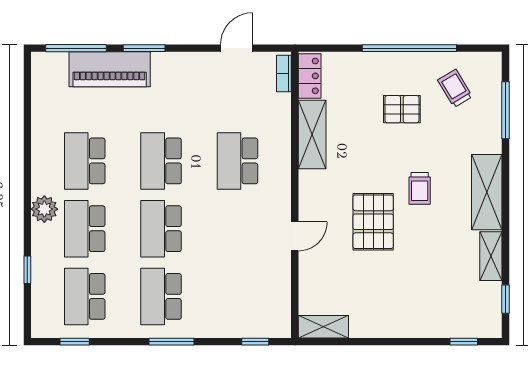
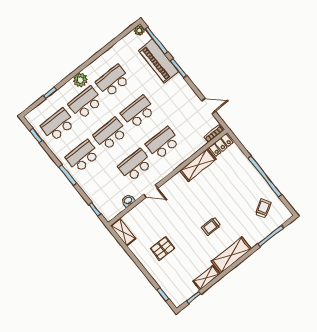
plant: (41, 61) -> (139, 30), added
pallet: (402, 109) -> (237, 193), removed
pallet: (373, 222) -> (162, 248), moved, width x0.67, depth x0.71
school desk: (237, 229) -> (135, 165), added
washbasin: (282, 282) -> (128, 201), added

